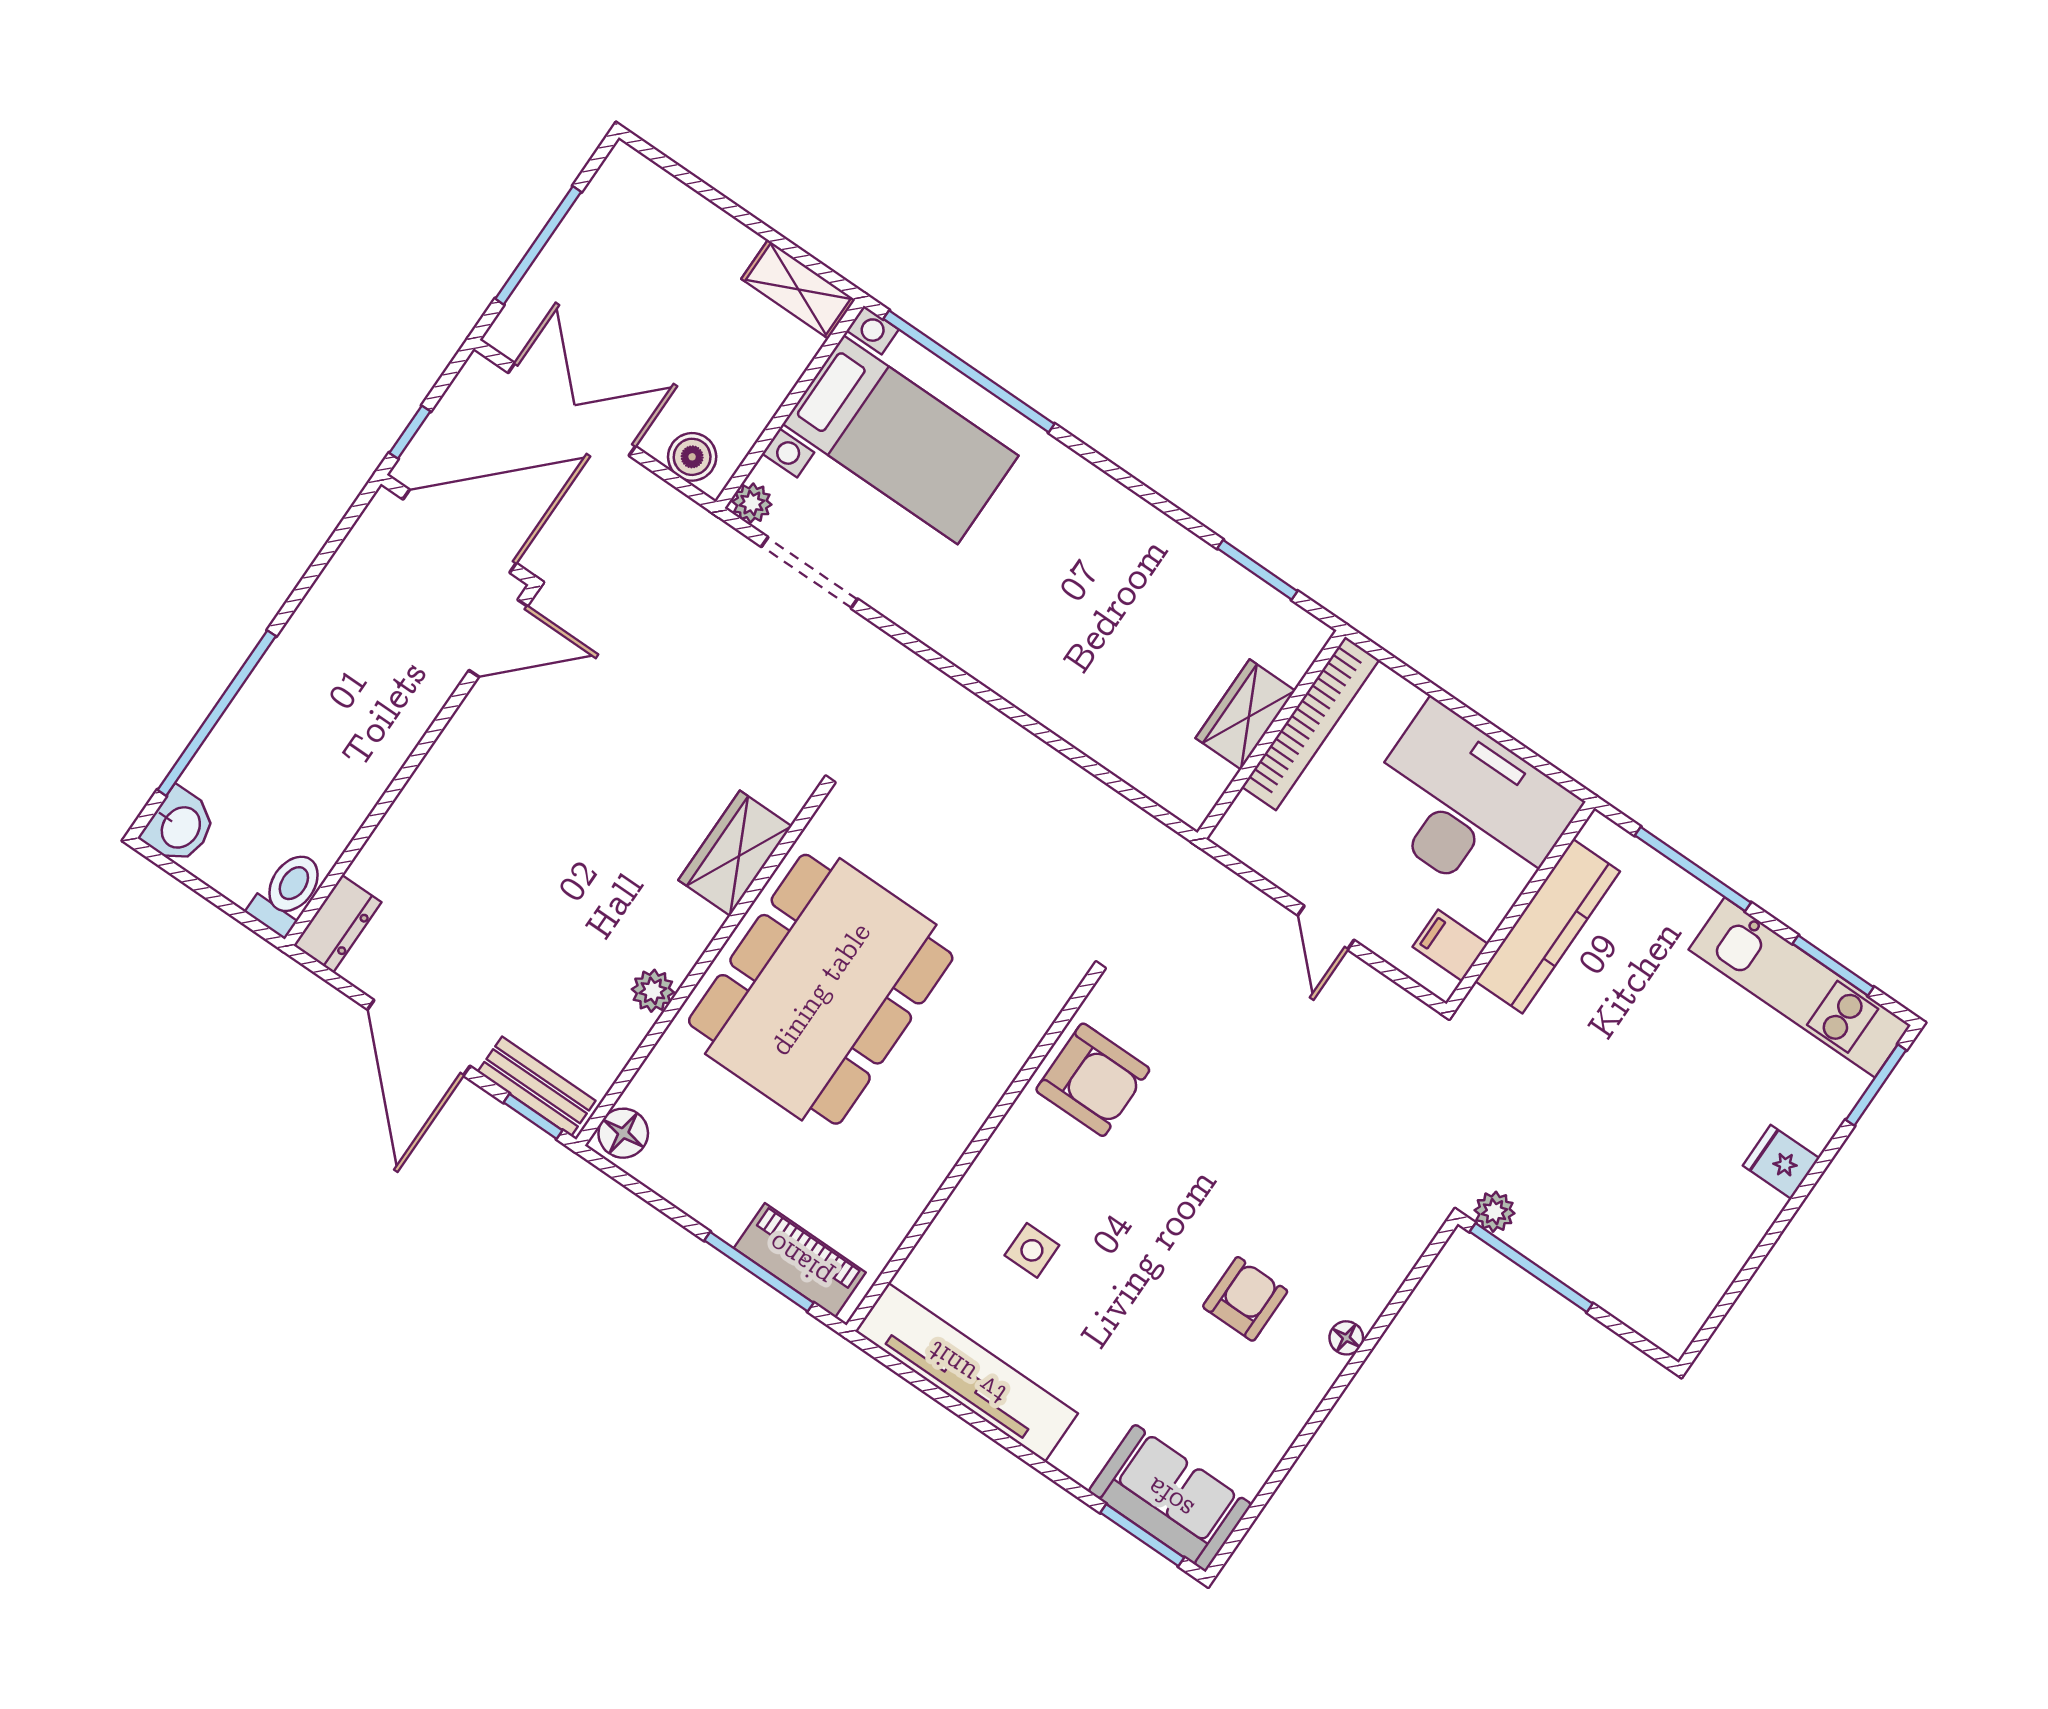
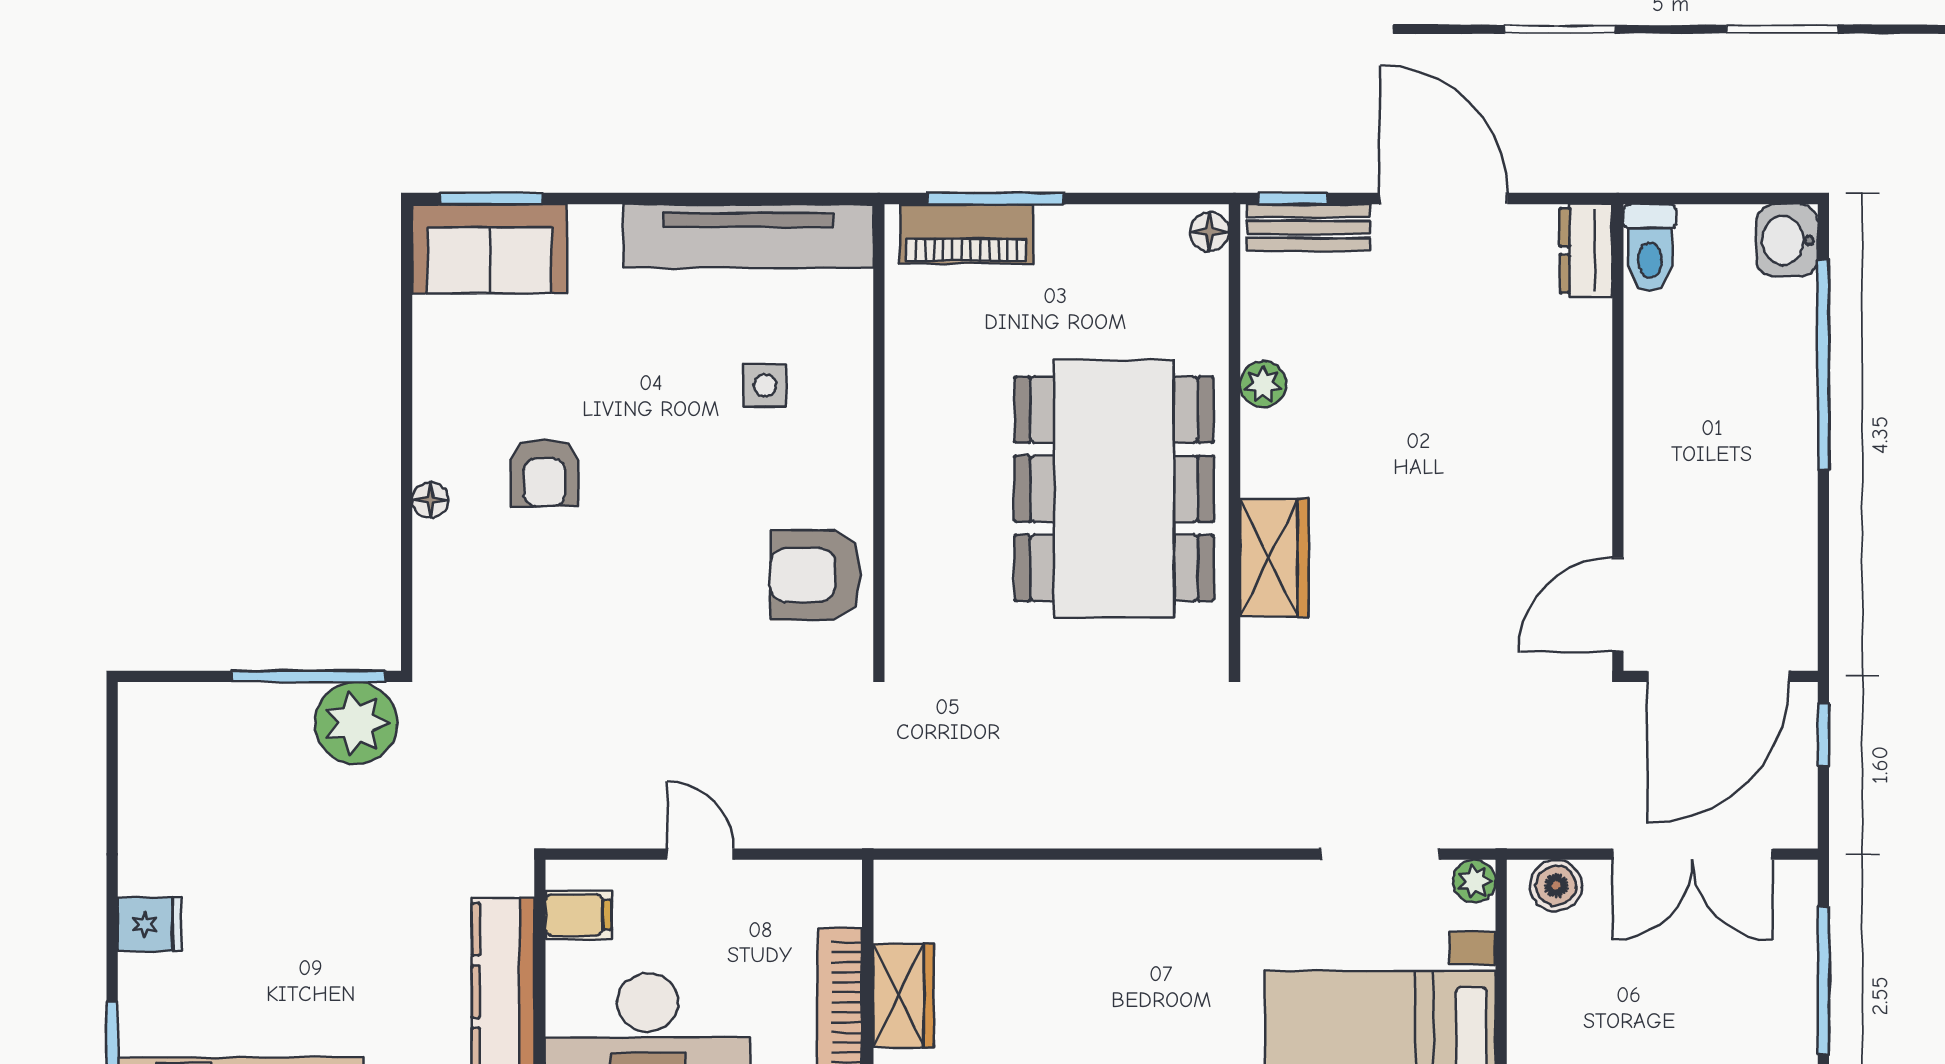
floor lamp: (623, 1133) -> (1209, 232), width x0.73, depth x0.73
plant: (1494, 1212) -> (356, 723), width x1.87, depth x1.87

